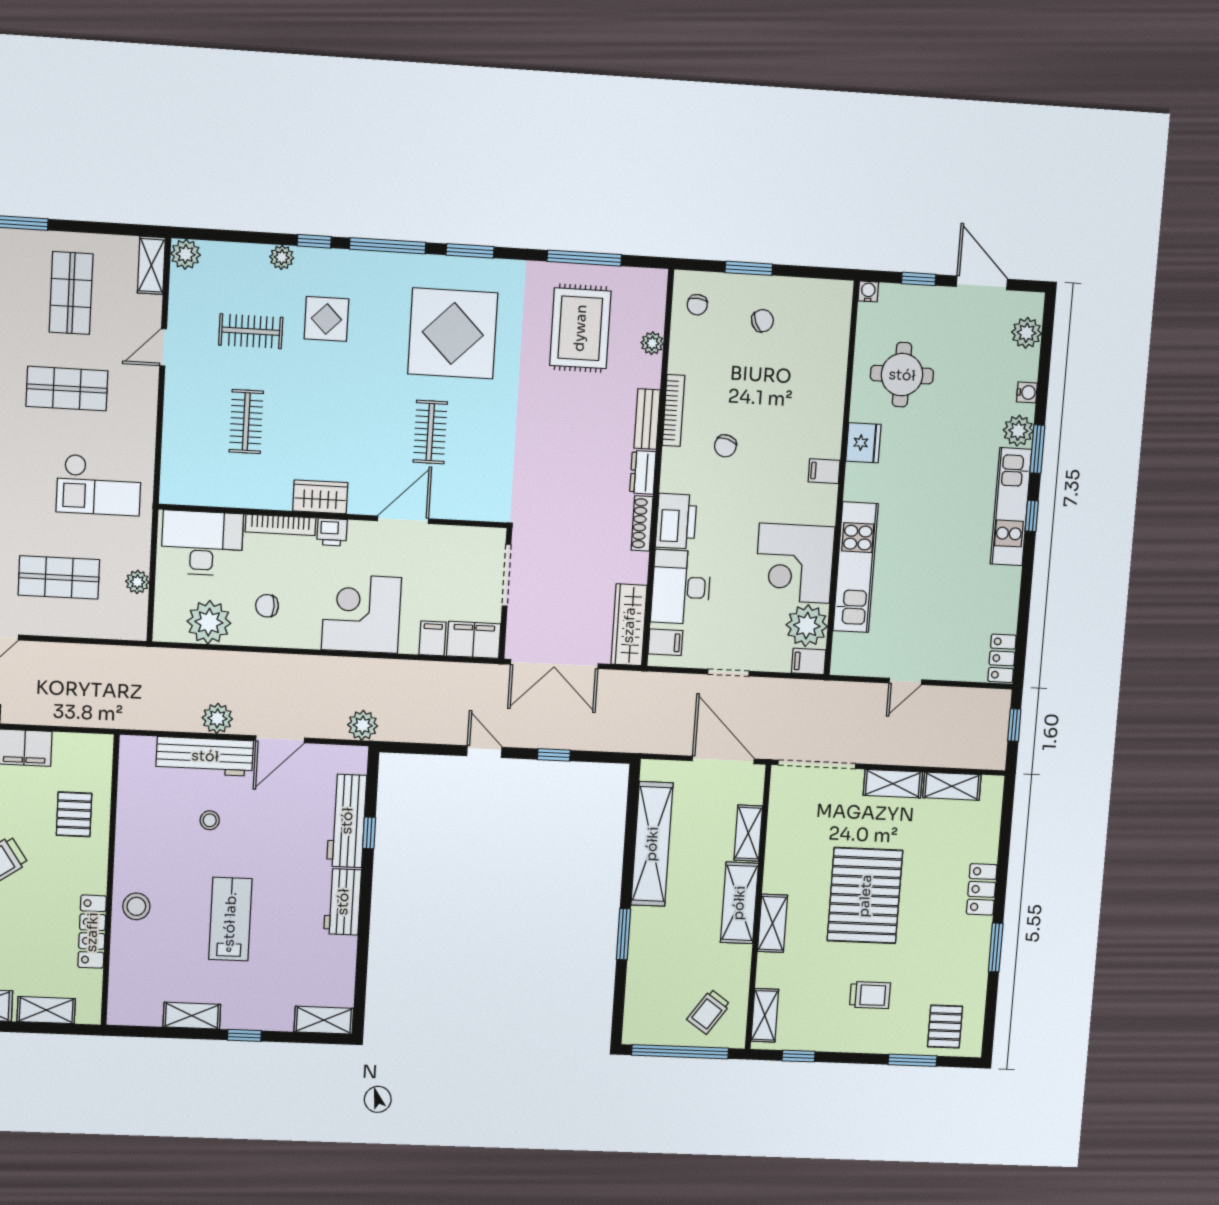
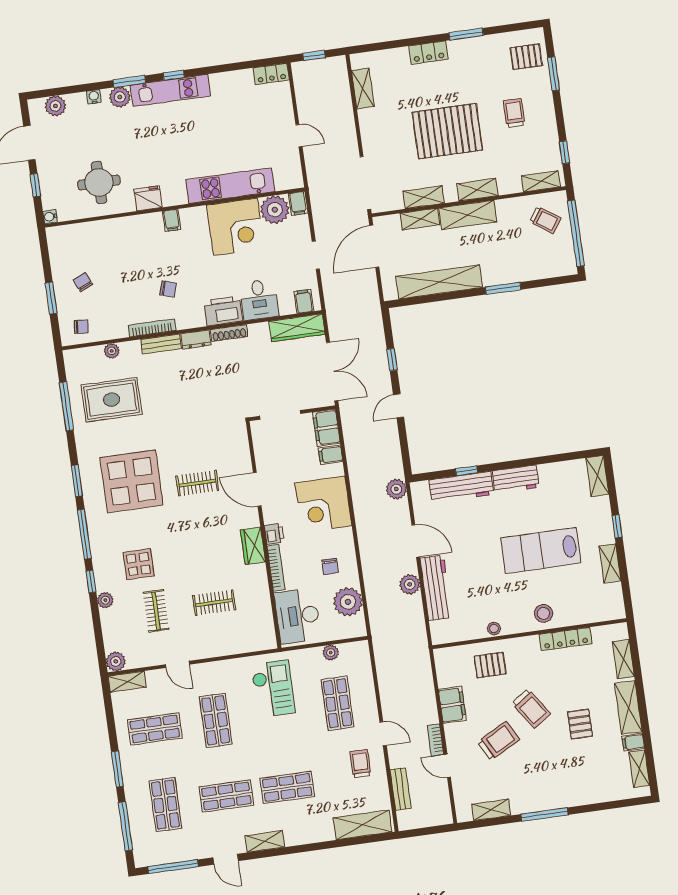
desk: (681, 587) -> (259, 300), width x0.73
shelving: (893, 784) -> (424, 197), moved, turned 90
stool: (210, 820) -> (494, 629), moved
lab bench: (230, 919) -> (541, 551), width x1.36, depth x1.39

